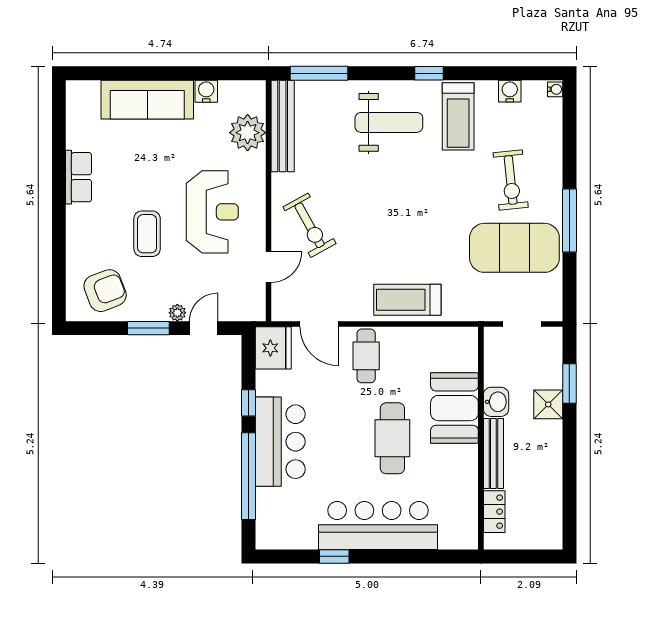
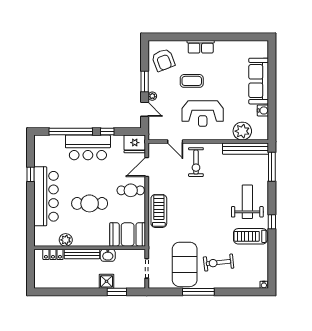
water cooler: (510, 91) -> (263, 262), removed
weight bench: (389, 122) -> (247, 202), turned 180
row of seats: (79, 177) -> (201, 47), moved
exercise bike: (310, 225) -> (196, 162), turned -61
booth: (454, 408) -> (128, 234), moved
plant: (465, 486) -> (66, 240), added

